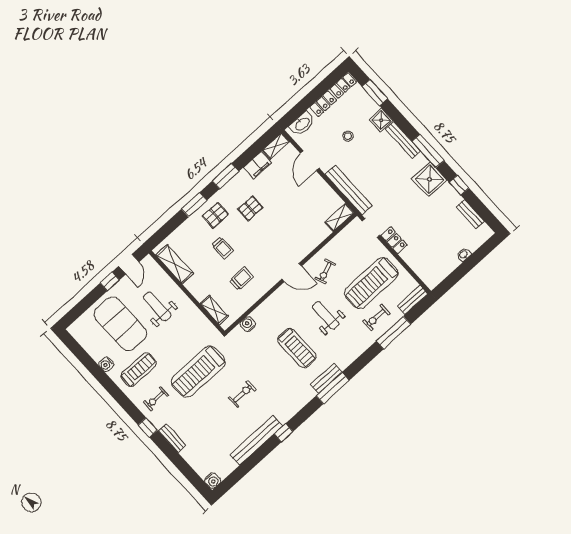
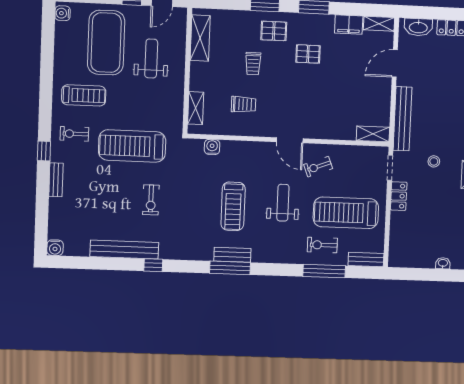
stool: (348, 136) -> (434, 161), moved
water cooler: (106, 364) -> (63, 13), moved
exercise bike: (242, 394) -> (151, 200), turned 90

